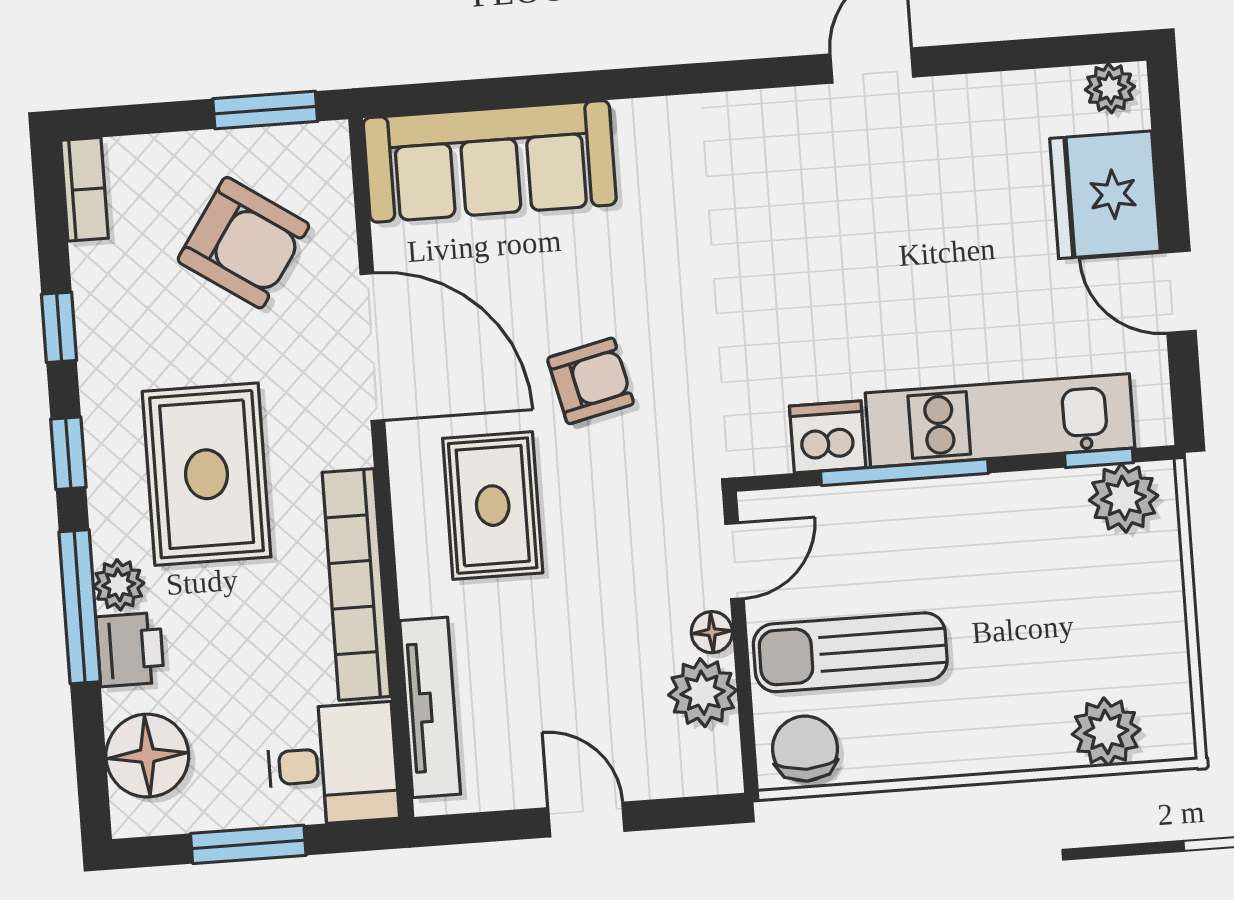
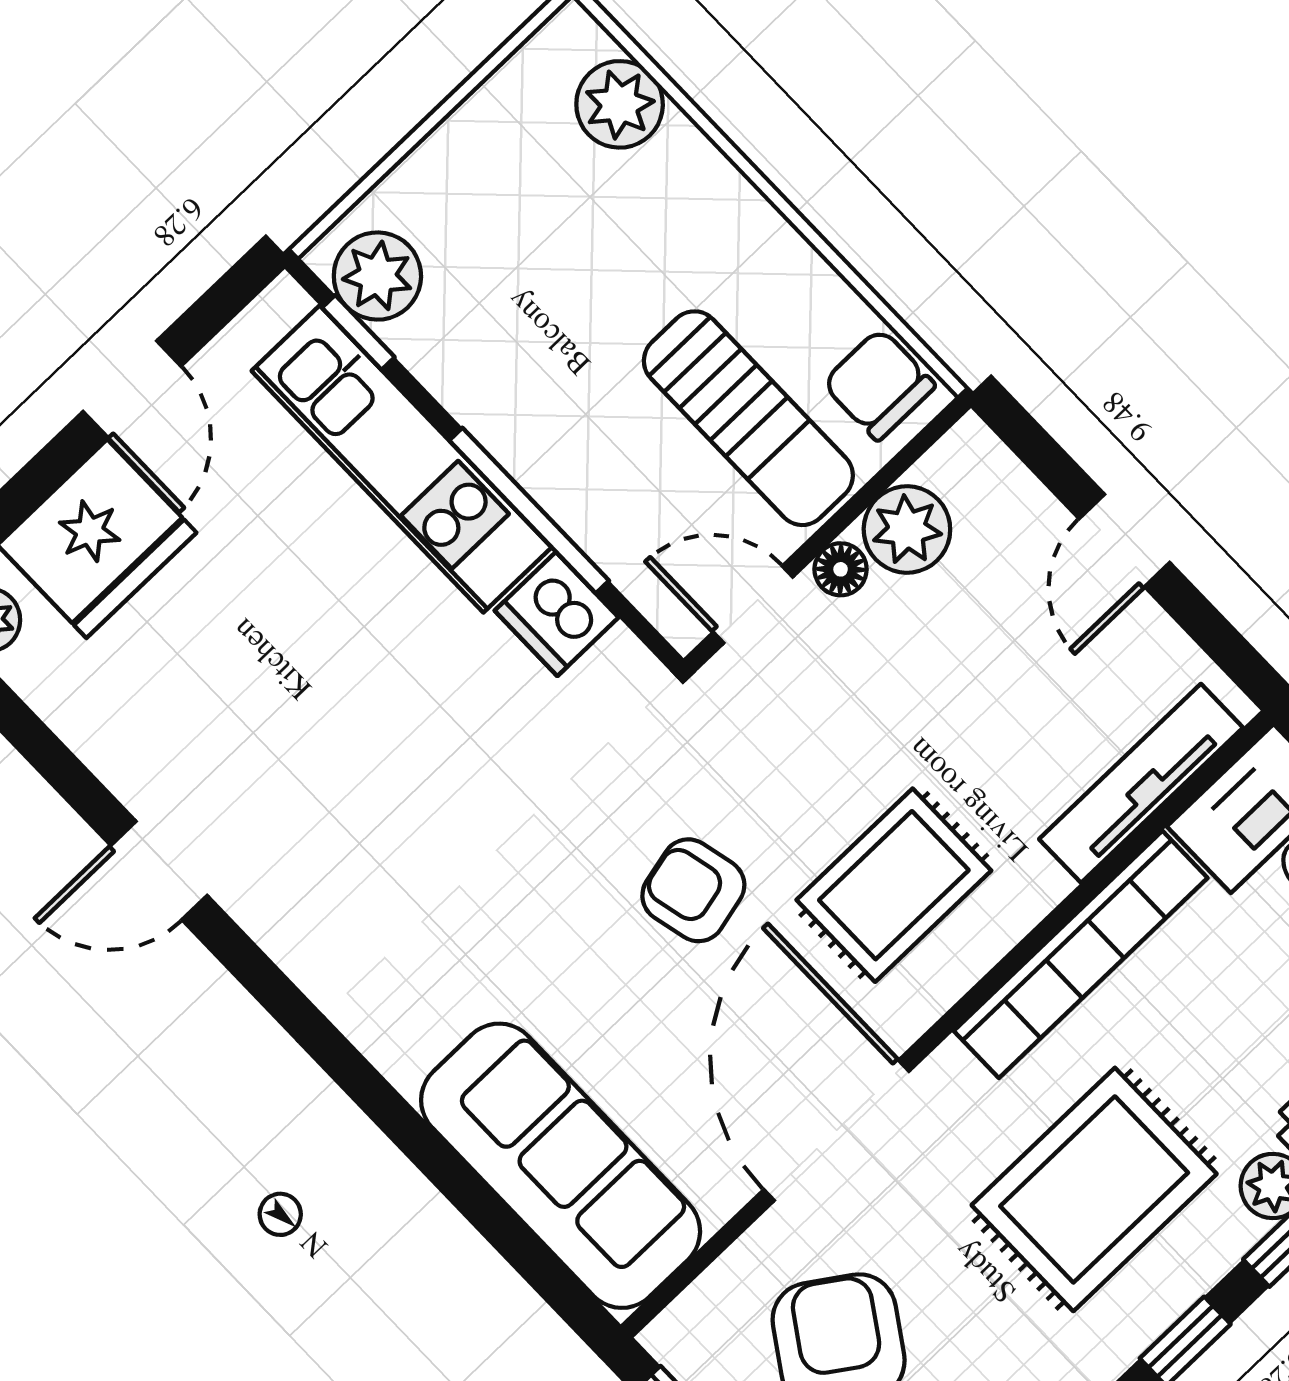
chair: (805, 749) -> (879, 385), turned 90

